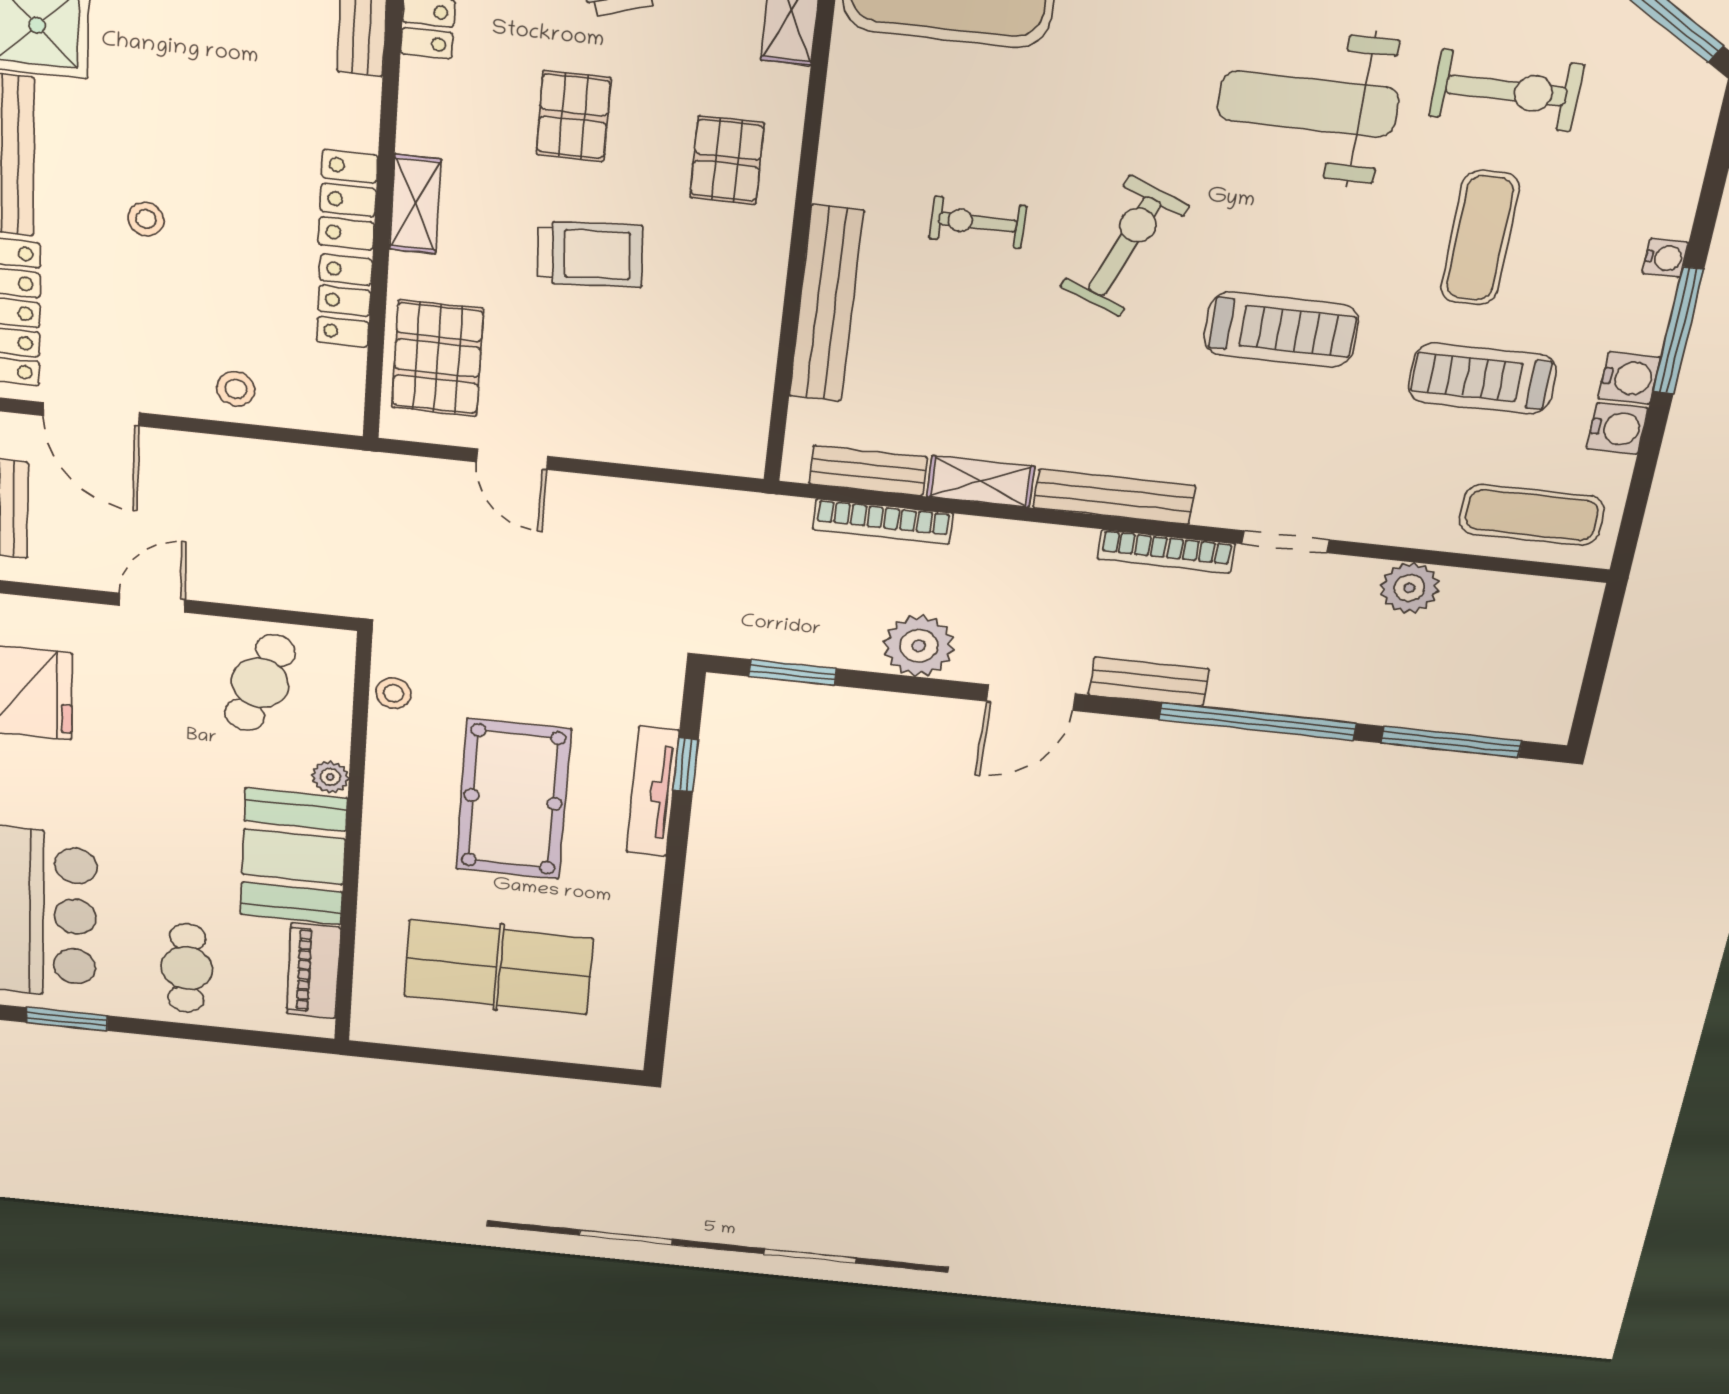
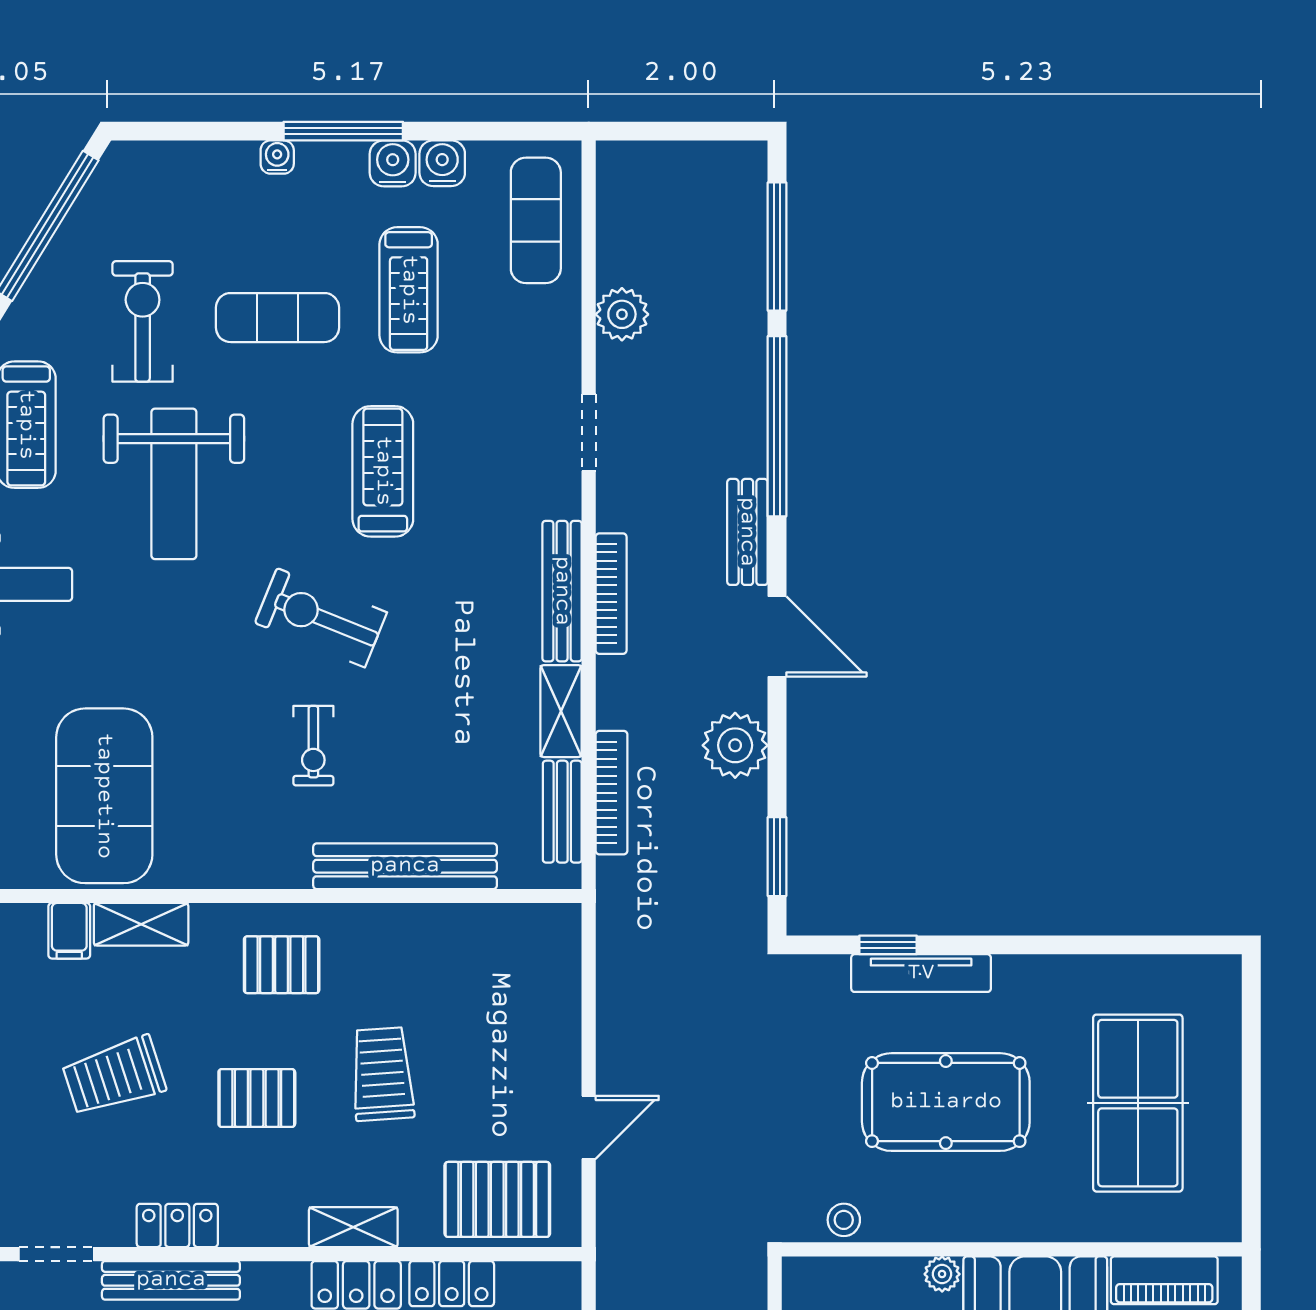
bookcase: (1166, 551) -> (611, 594), moved

